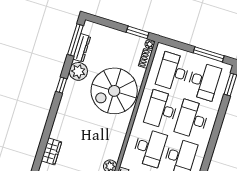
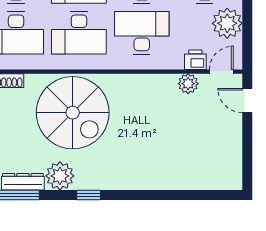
wardrobe: (51, 151) -> (193, 179), removed

